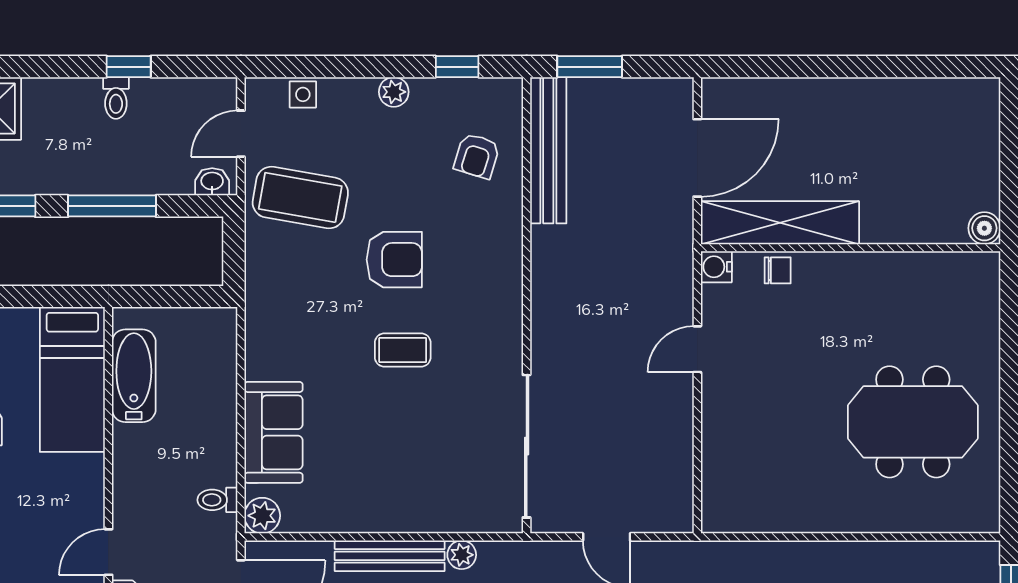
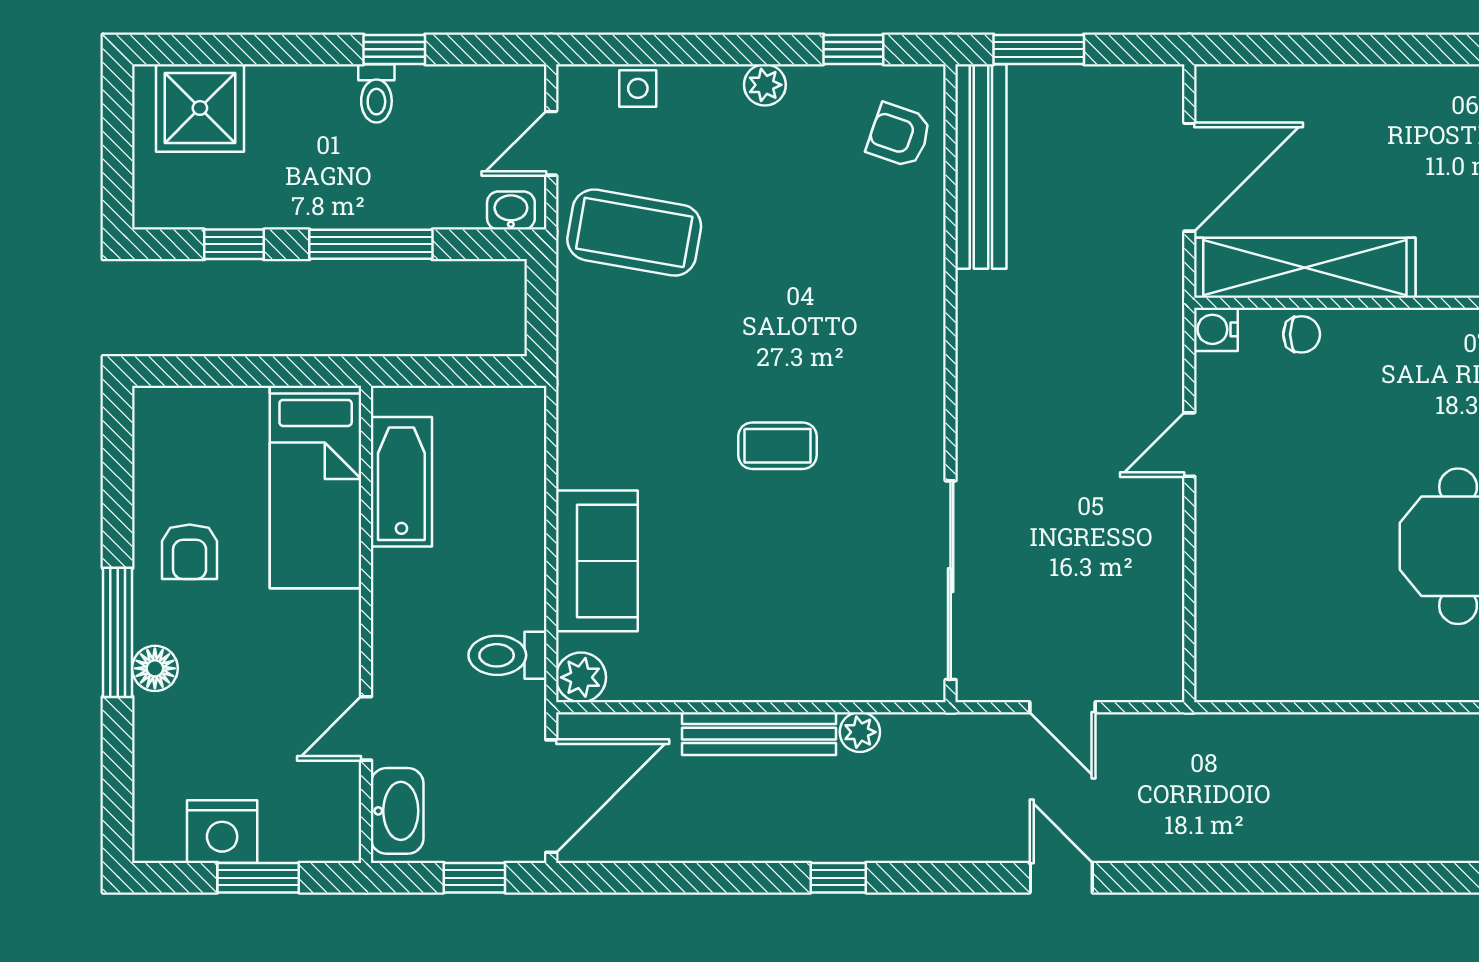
armchair: (477, 156) -> (899, 135), moved, turned 92
armchair: (394, 260) -> (766, 319), removed
toilet: (217, 500) -> (507, 655), width x1.37, depth x1.39

